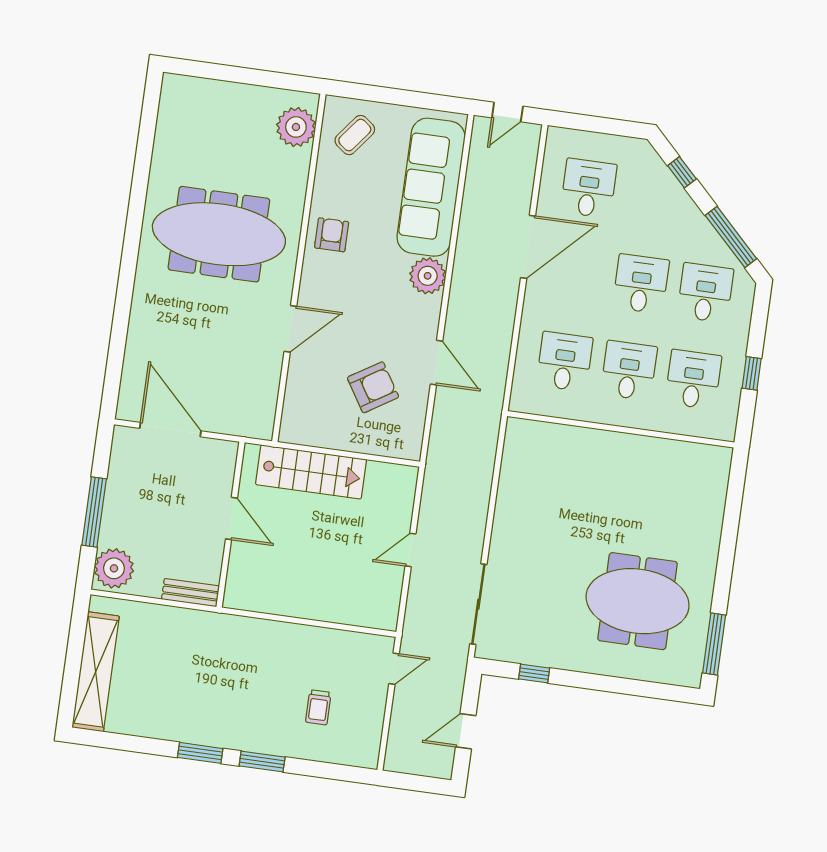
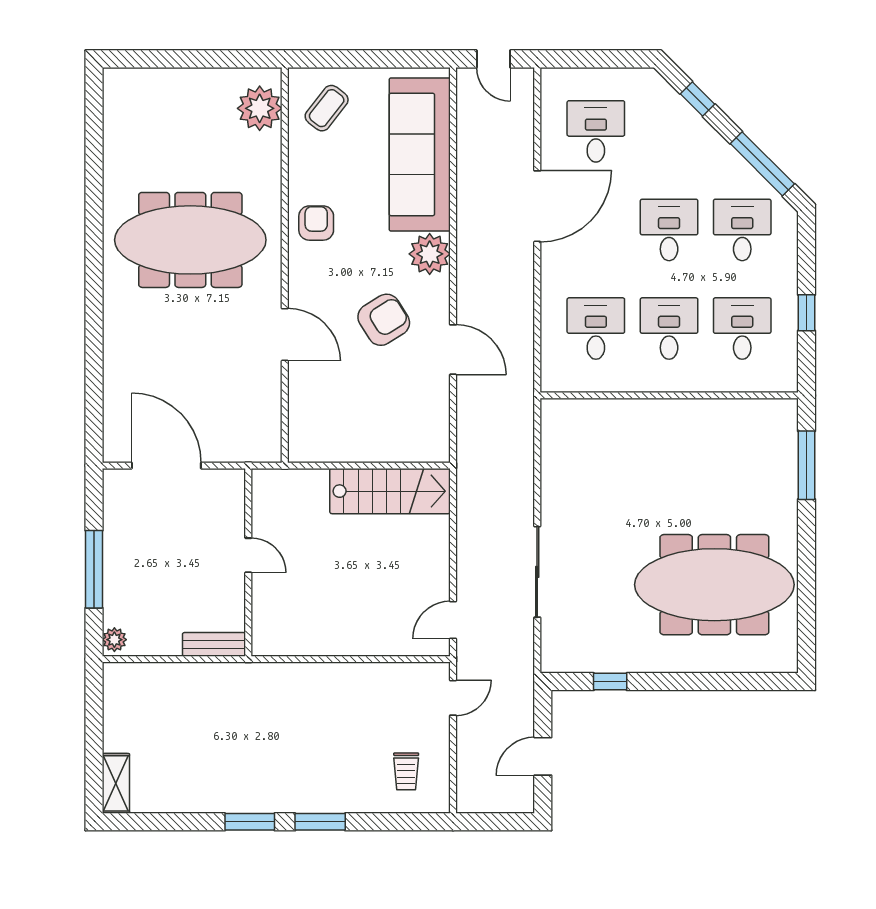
door: (507, 112) -> (493, 59), hinge flipped
door: (290, 329) -> (285, 335), hinge flipped
armchair: (373, 387) -> (384, 320), moved
stairs: (311, 472) -> (390, 491), moved
door: (231, 518) -> (248, 555), width x0.73
door: (410, 550) -> (453, 620), moved
plant: (114, 568) -> (114, 640), width x0.53, depth x0.53
meeting table: (638, 601) -> (714, 585), width x1.36
sliding door: (478, 604) -> (537, 572), moved
window: (714, 644) -> (806, 465), moved
shelving: (96, 672) -> (116, 783), width x0.45, depth x0.75
trolley: (318, 707) -> (406, 771), moved

